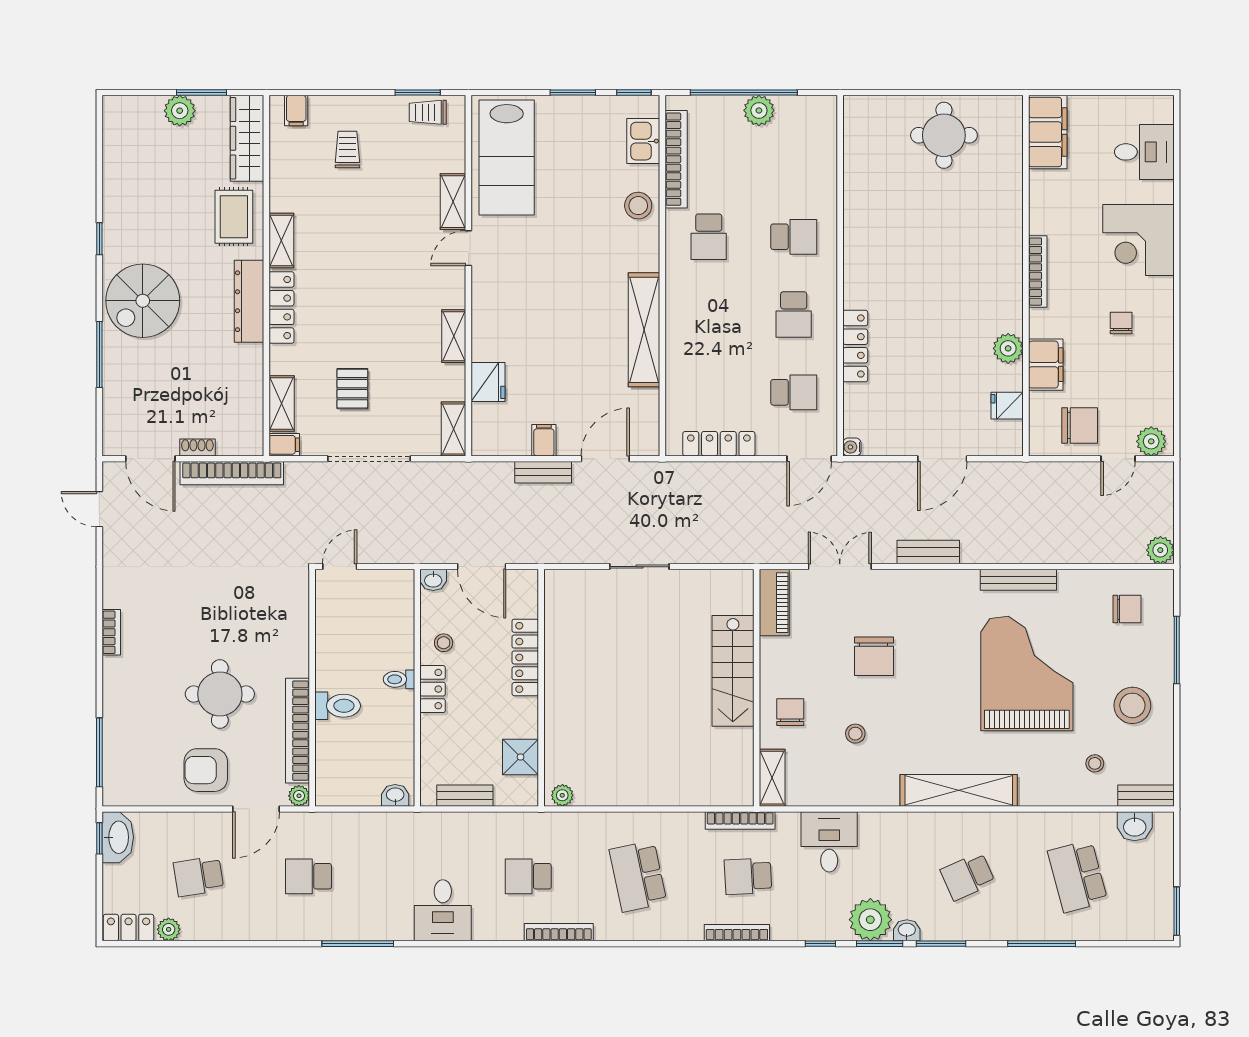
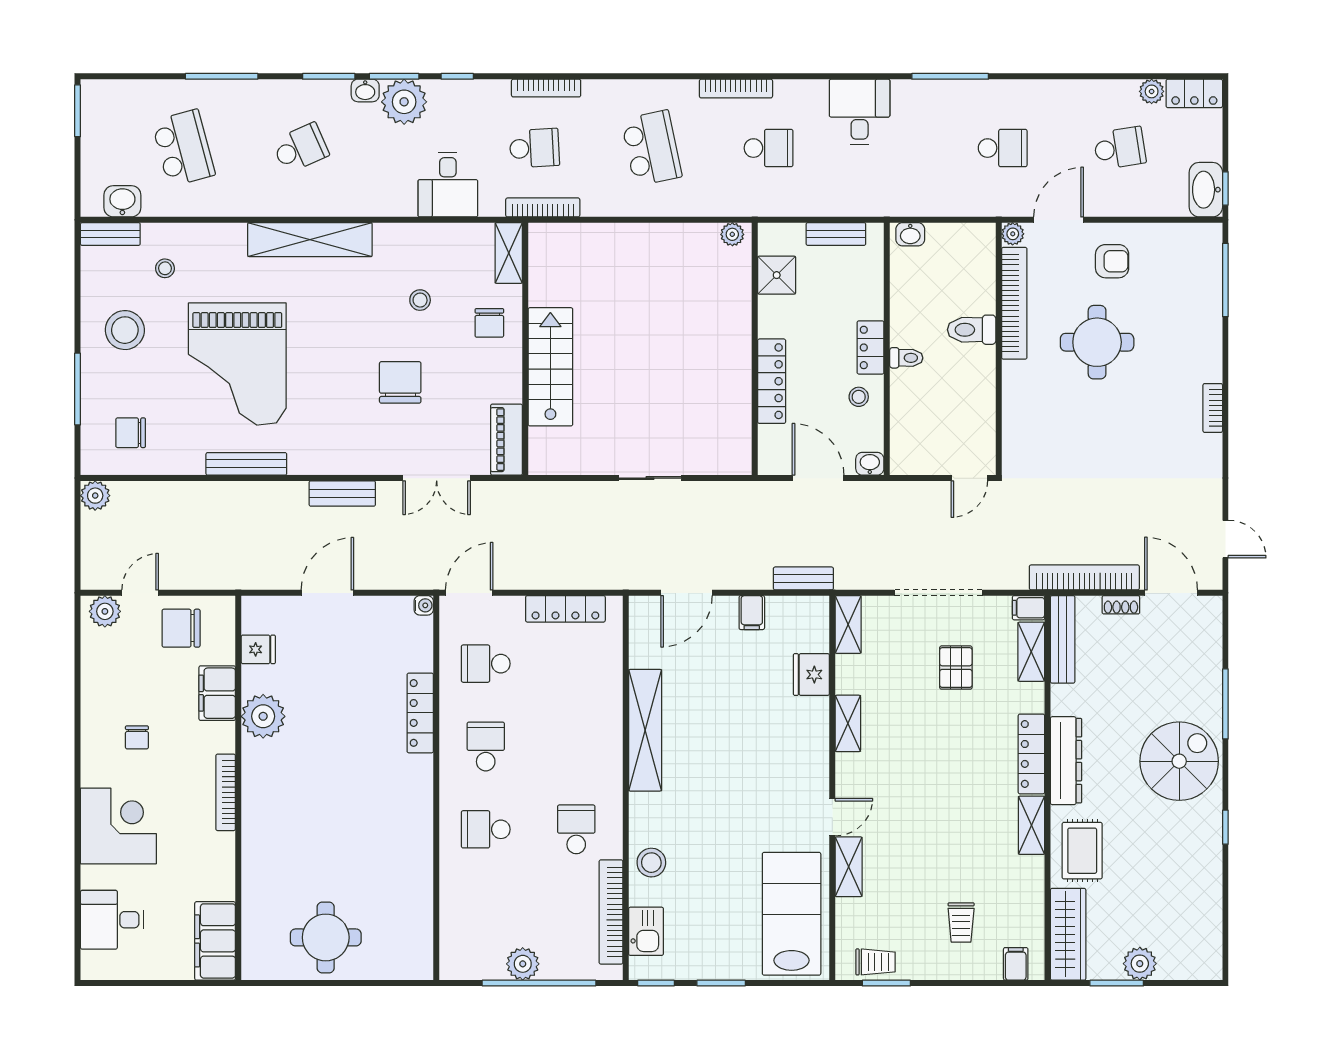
plant: (1008, 348) -> (263, 716), width x1.36, depth x1.36
bench: (252, 415) -> (1063, 639), added
bench: (543, 472) -> (803, 578), moved
armchair: (206, 770) -> (1112, 261), width x0.72, depth x0.72

